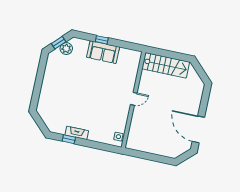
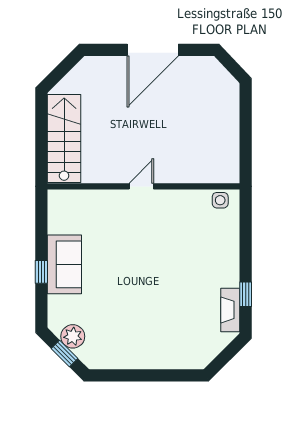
door: (134, 99) -> (141, 186), hinge flipped
door: (198, 129) -> (153, 50), moved
fireplace: (77, 133) -> (230, 310), moved

